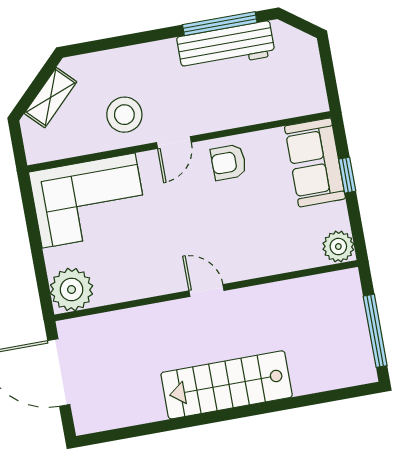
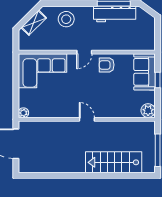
stool: (124, 115) -> (66, 19), moved
plant: (72, 290) -> (23, 113), width x0.53, depth x0.53
stairs: (227, 385) -> (114, 162), moved

